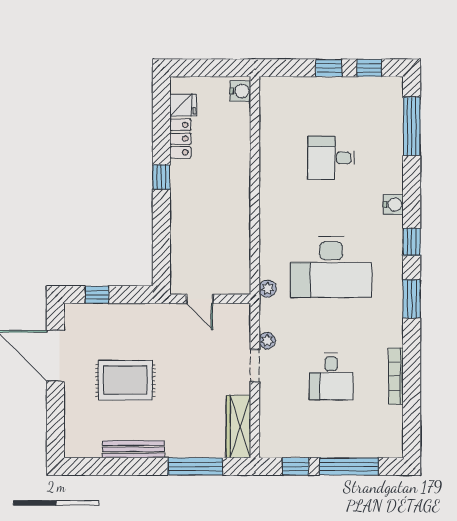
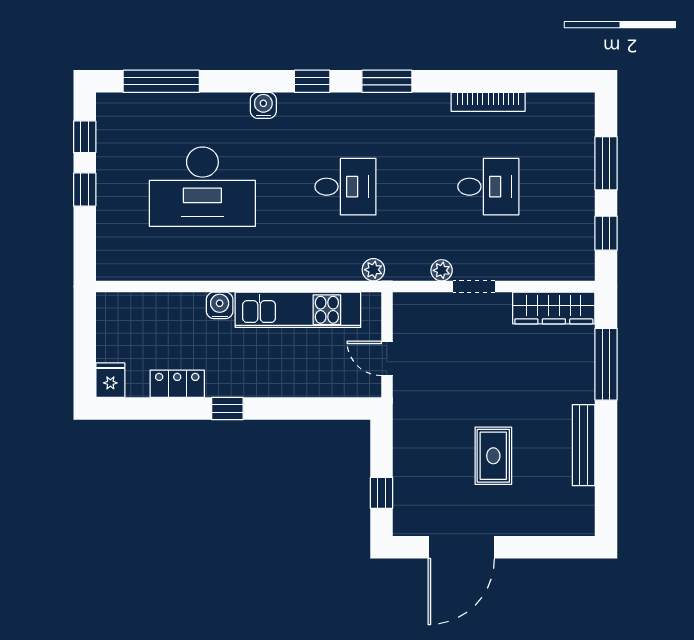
water cooler: (240, 91) -> (220, 305), moved
fridge: (183, 105) -> (110, 380), moved
desk: (331, 158) -> (202, 187), width x1.87, depth x1.30
kitchen unit: (237, 231) -> (298, 310), added
desk: (331, 267) -> (345, 187), width x0.53, depth x0.77
door: (200, 299) -> (387, 358), swing flipped
rug: (125, 380) -> (493, 456), width x0.73, depth x0.70
window: (349, 466) -> (606, 163), width x0.69

